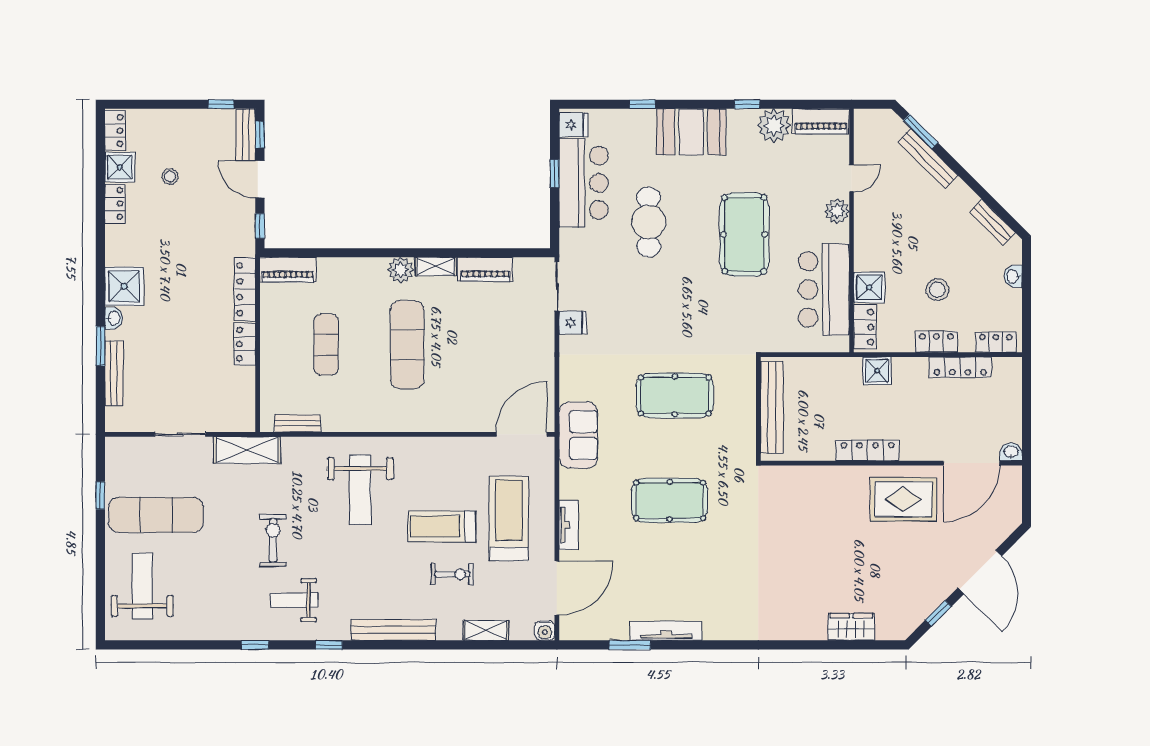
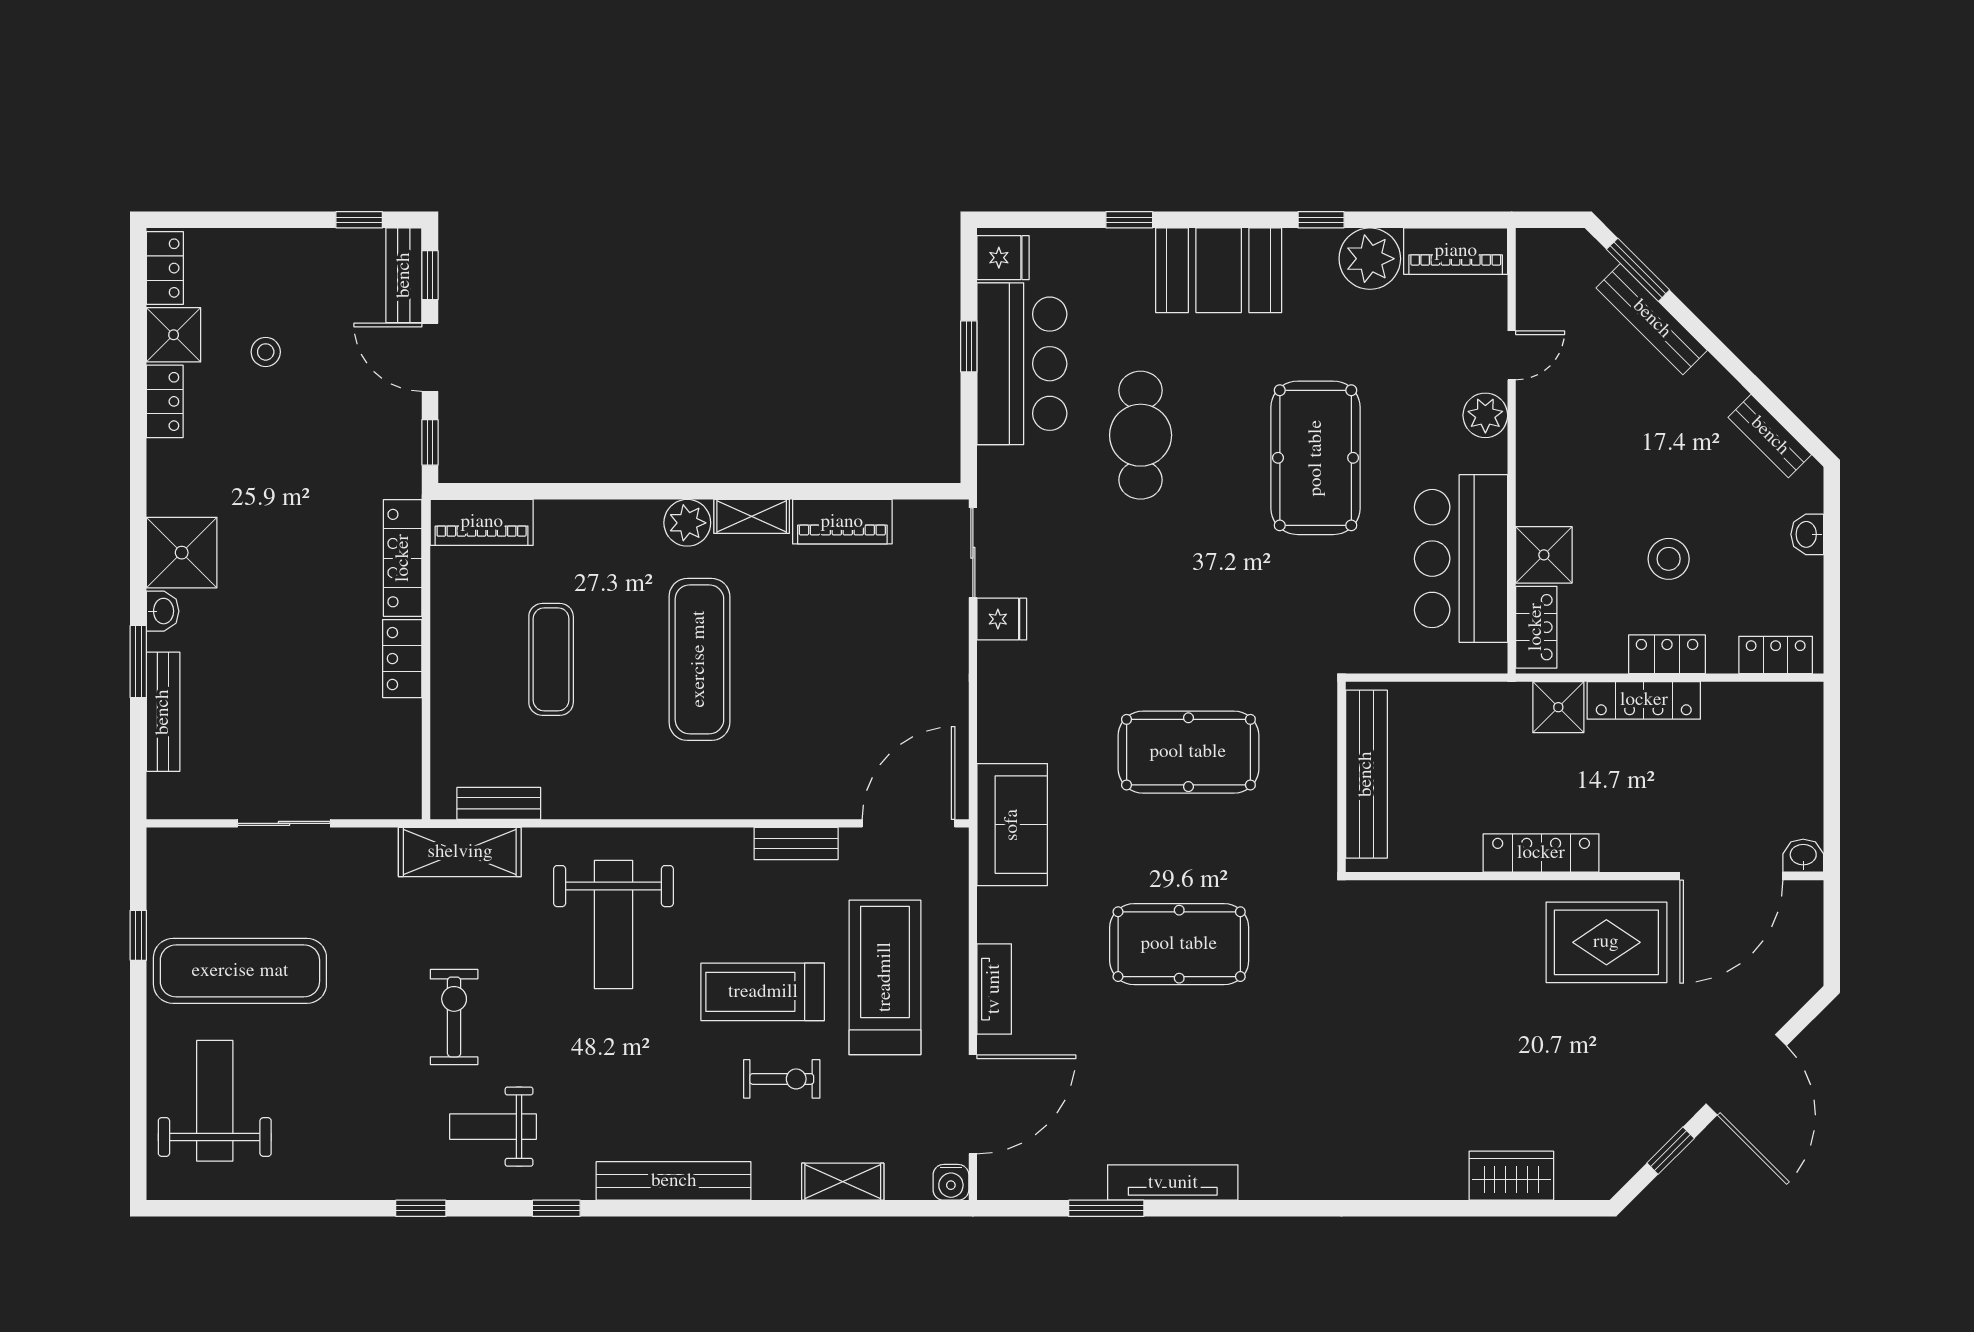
locker: (960, 367) -> (1644, 700), moved
bench: (460, 445) -> (796, 844), added
shelving: (247, 450) -> (460, 852), moved

